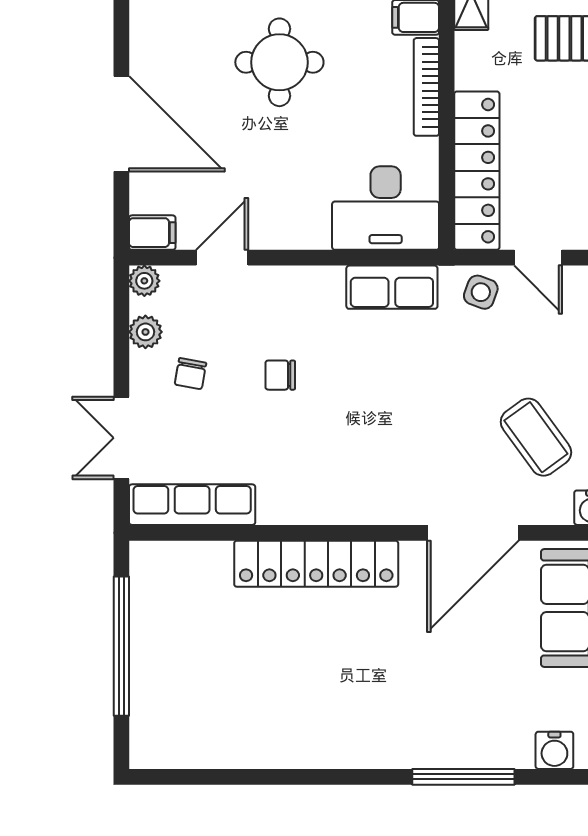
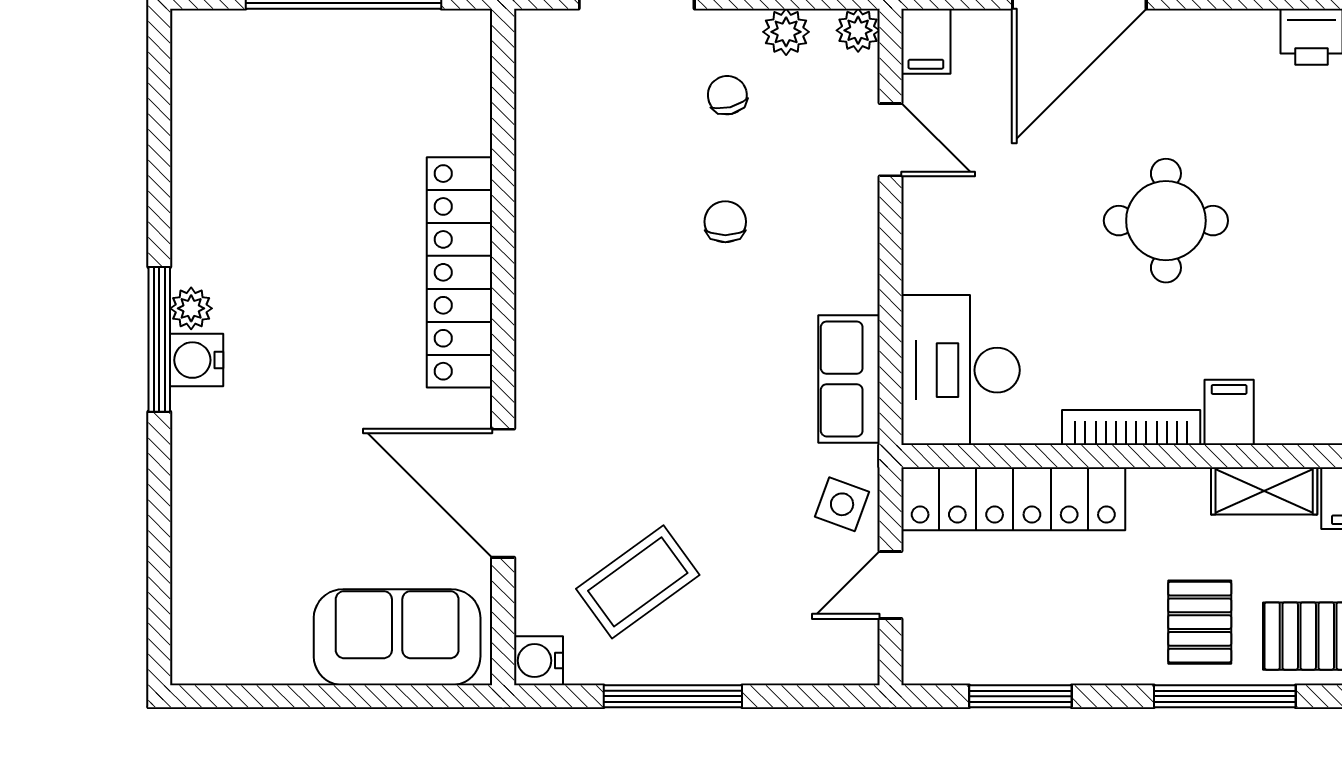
chair: (190, 374) -> (727, 95), turned 66
row of seats: (192, 505) -> (543, 98), removed
water cooler: (554, 750) -> (197, 360), moved
plant: (342, 754) -> (191, 308), added
window: (463, 777) -> (159, 339), moved

